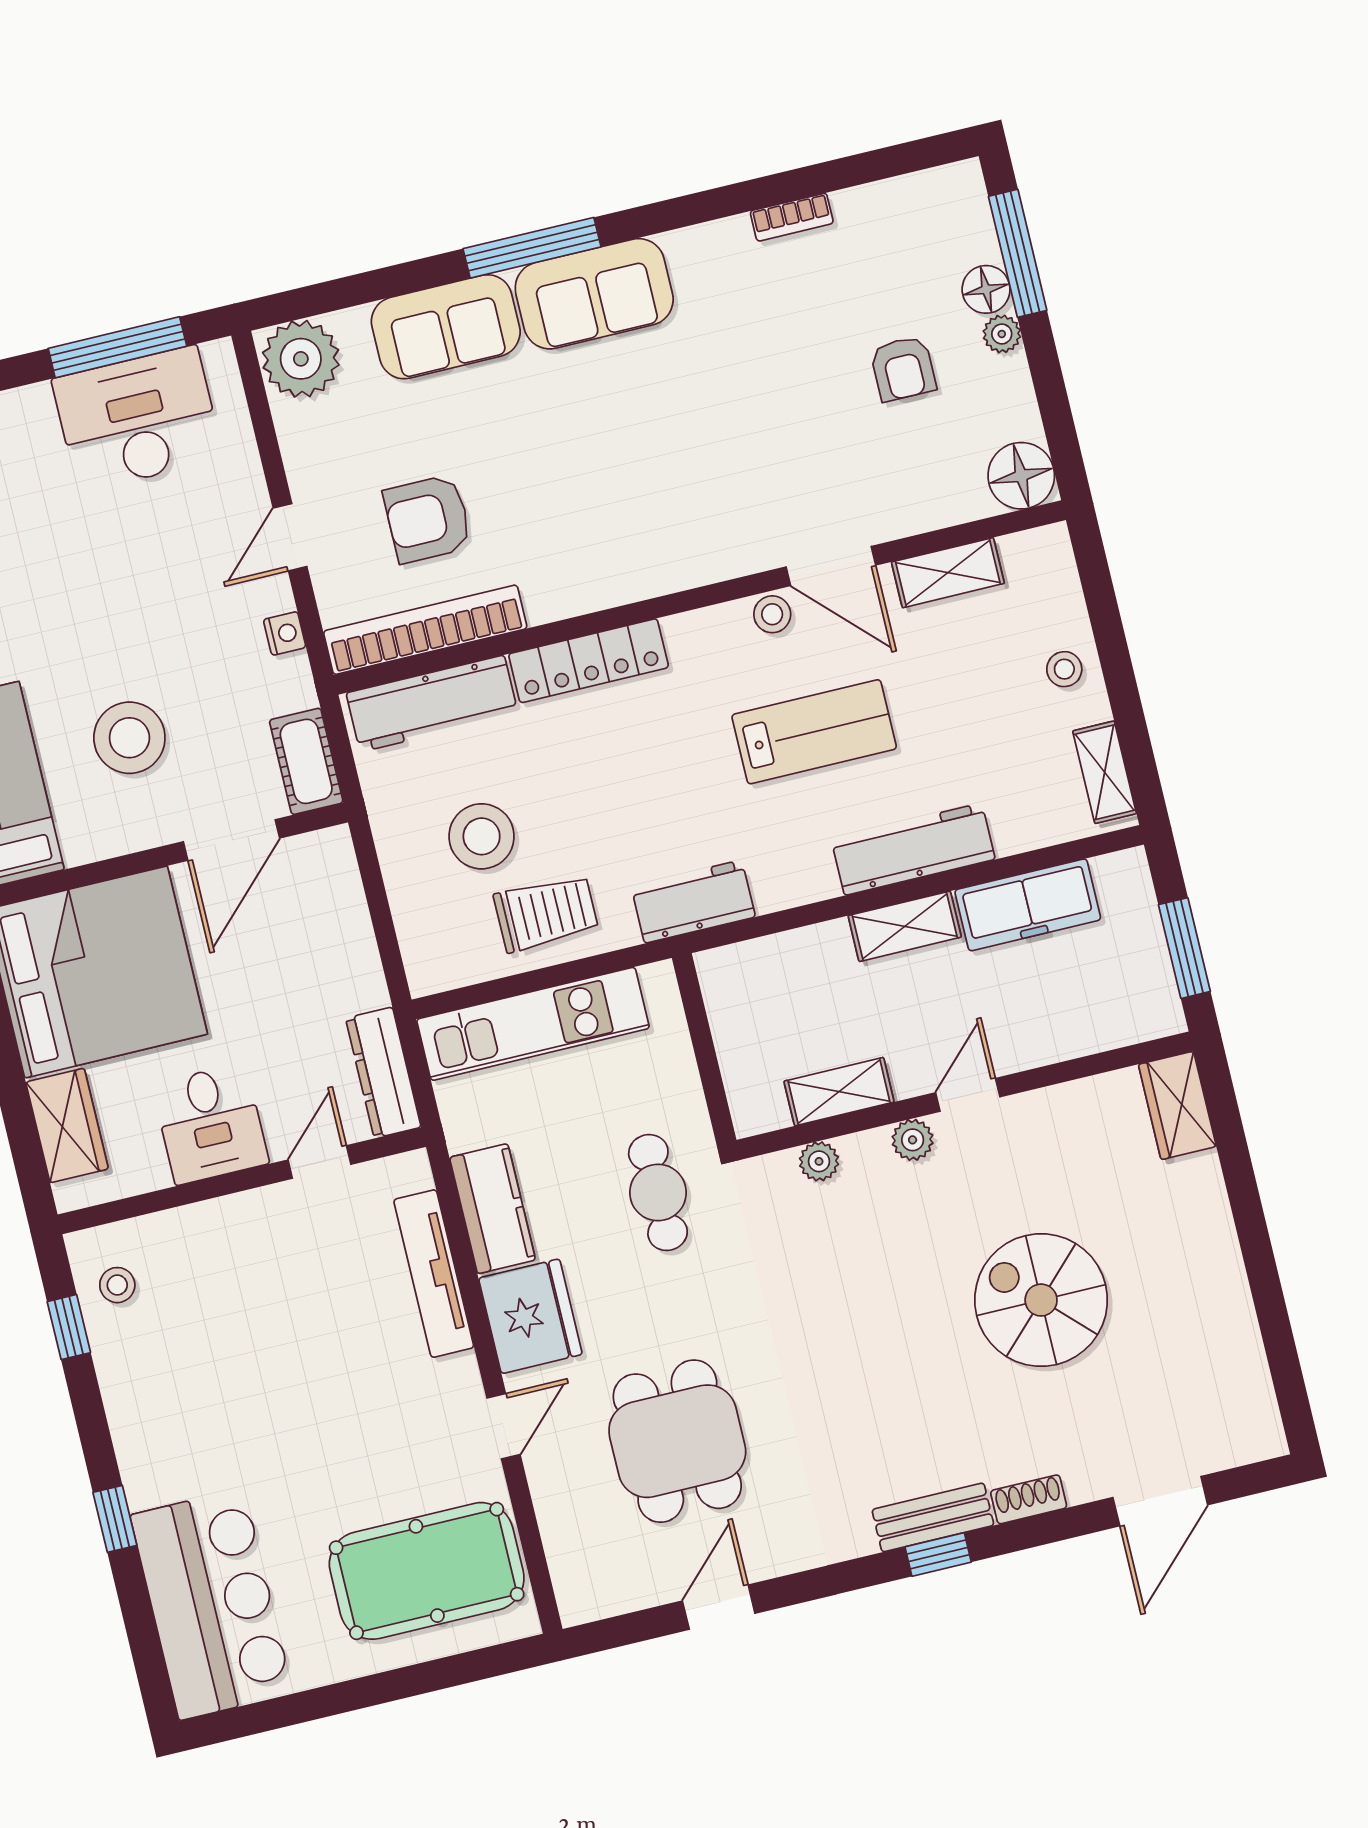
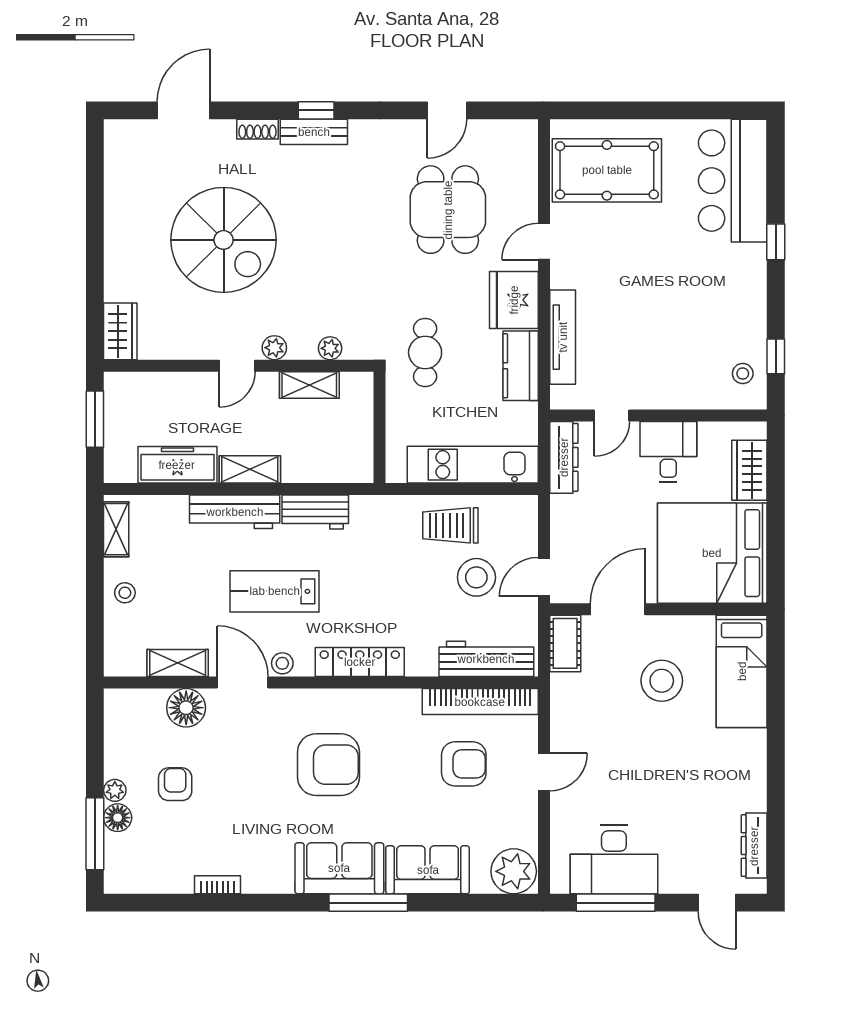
armchair: (654, 463) -> (328, 765), added
floor lamp: (1021, 476) -> (186, 708), moved
nightstand: (285, 633) -> (560, 719), removed
locker: (589, 661) -> (360, 662), moved
door: (369, 864) -> (544, 577), added
workbench: (693, 902) -> (315, 512), moved
spiral stairs: (1041, 1300) -> (224, 240), width x1.37, depth x1.37

